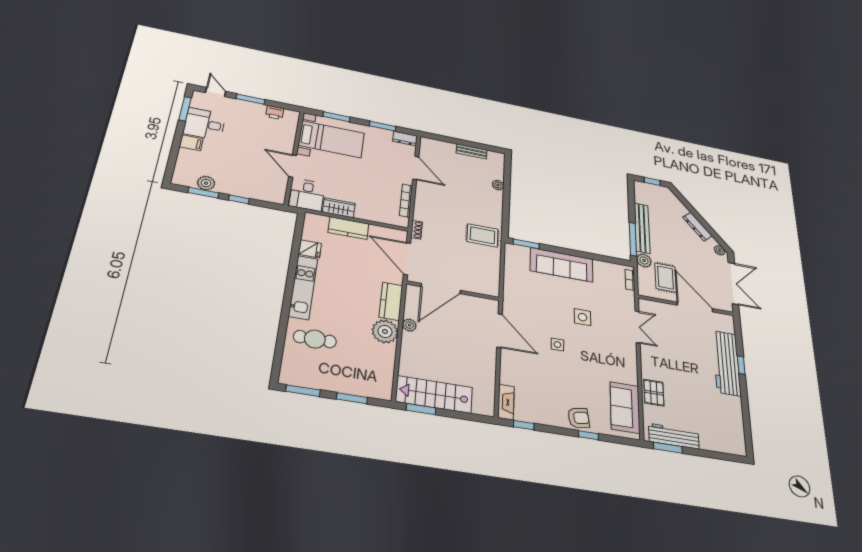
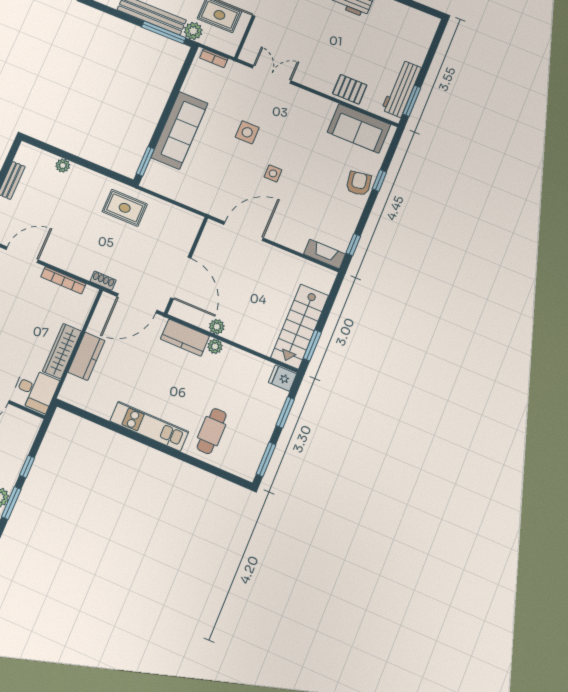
wardrobe: (339, 208) -> (62, 351), width x1.50
rug: (482, 235) -> (125, 208), turned 90
fridge: (310, 249) -> (283, 378), moved, turned -90
plant: (385, 331) -> (215, 346), width x0.53, depth x0.53

